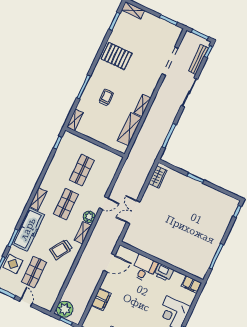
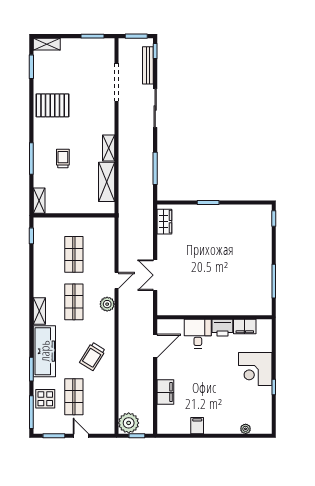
shelving: (83, 233) -> (109, 326), removed
filing cabinet: (192, 284) -> (245, 327), moved

